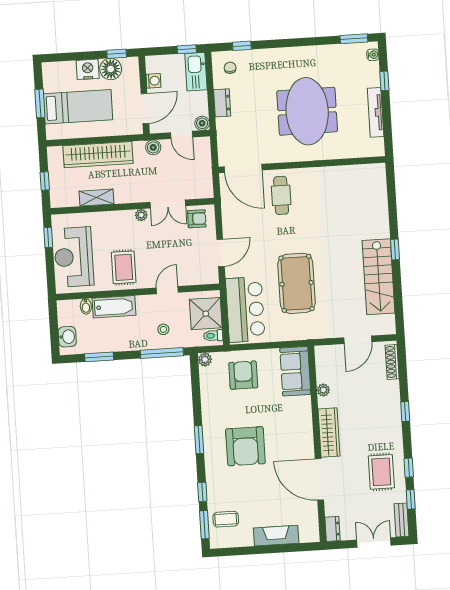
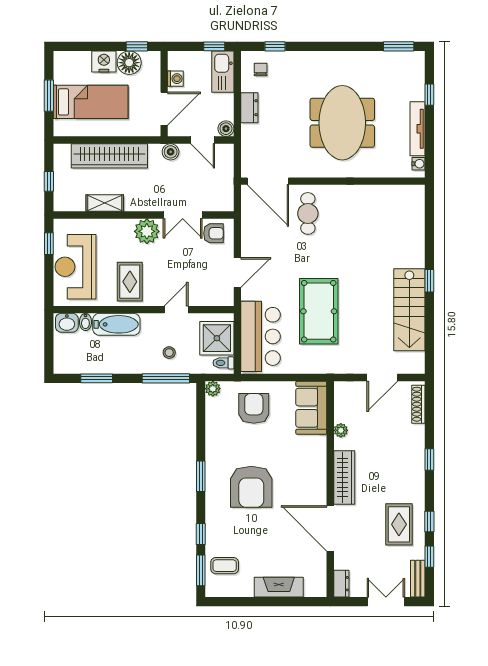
water cooler: (373, 55) -> (418, 164), moved
plant: (141, 215) -> (147, 231), width x1.87, depth x1.87
washbasin: (67, 337) -> (67, 323), moved, turned 90

